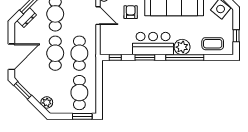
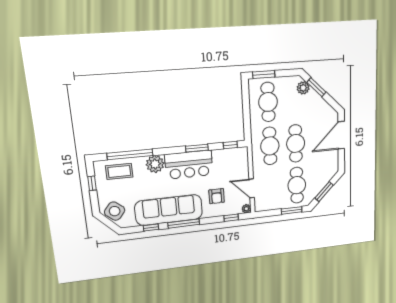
dresser: (27, 18) -> (326, 178), removed
window: (185, 58) -> (130, 154), moved
window: (23, 90) -> (316, 87), moved

